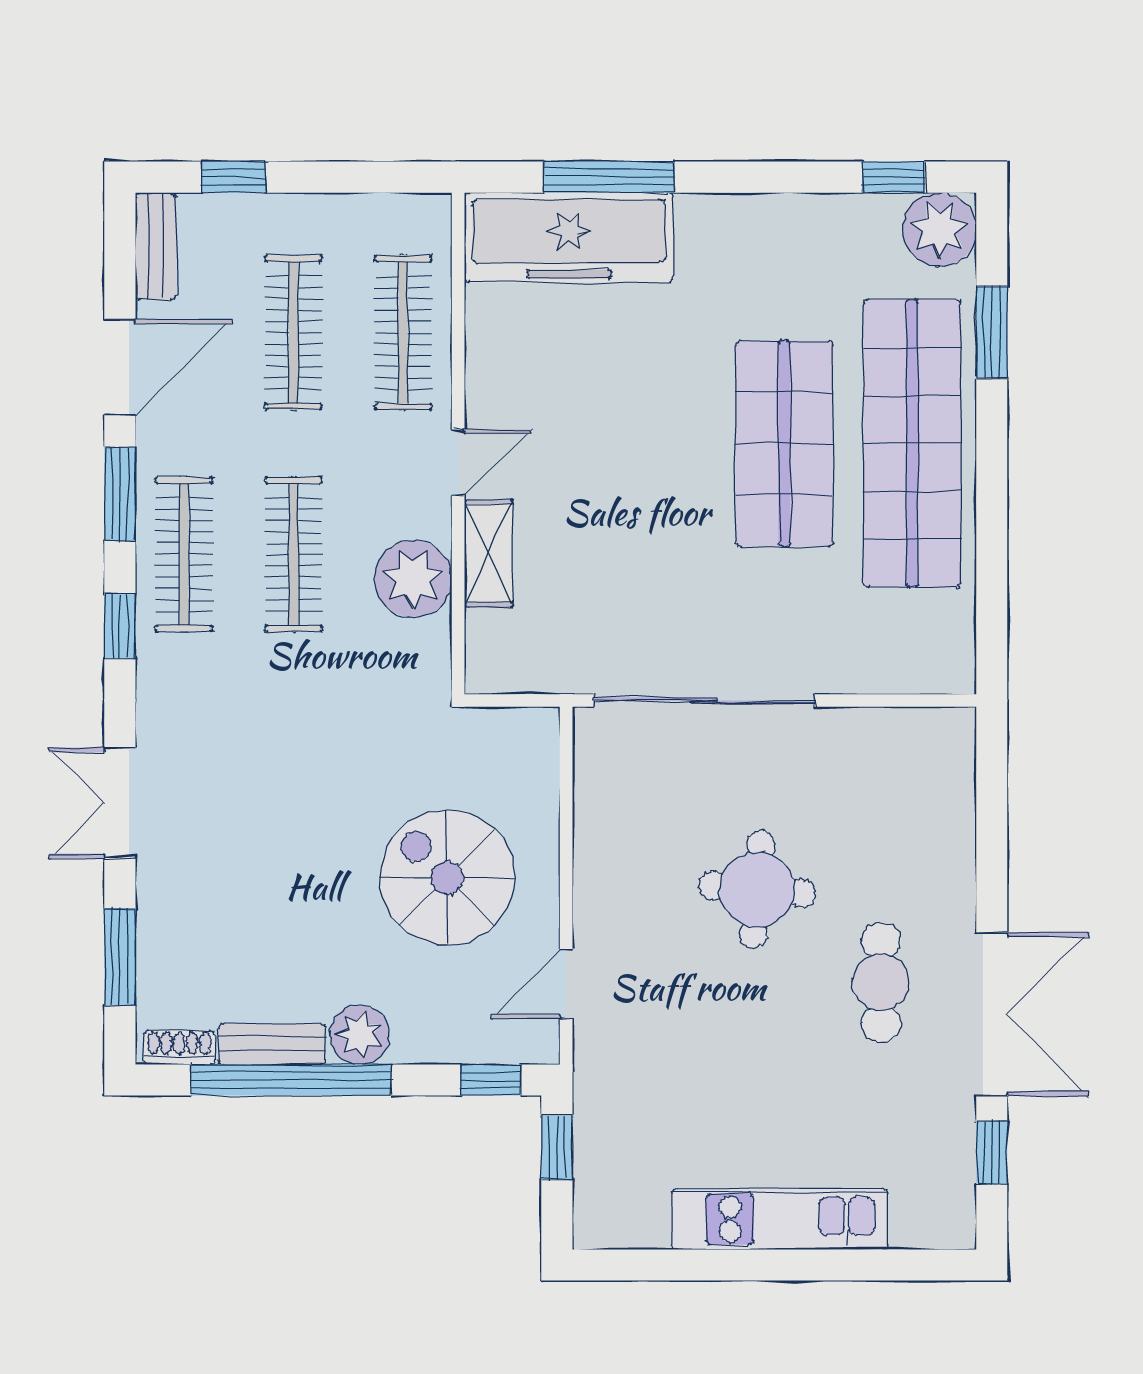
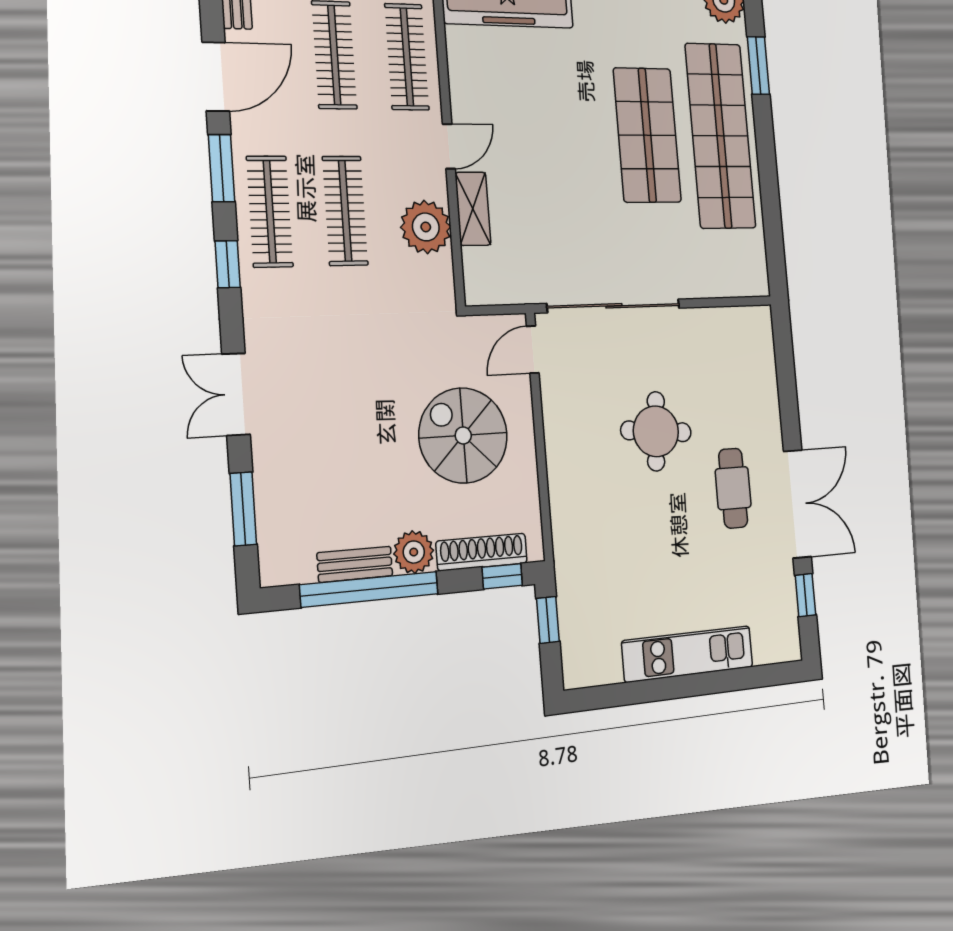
door: (566, 984) -> (533, 350), moved
shoe rack: (179, 1047) -> (482, 552), moved, width x1.94, depth x1.24

